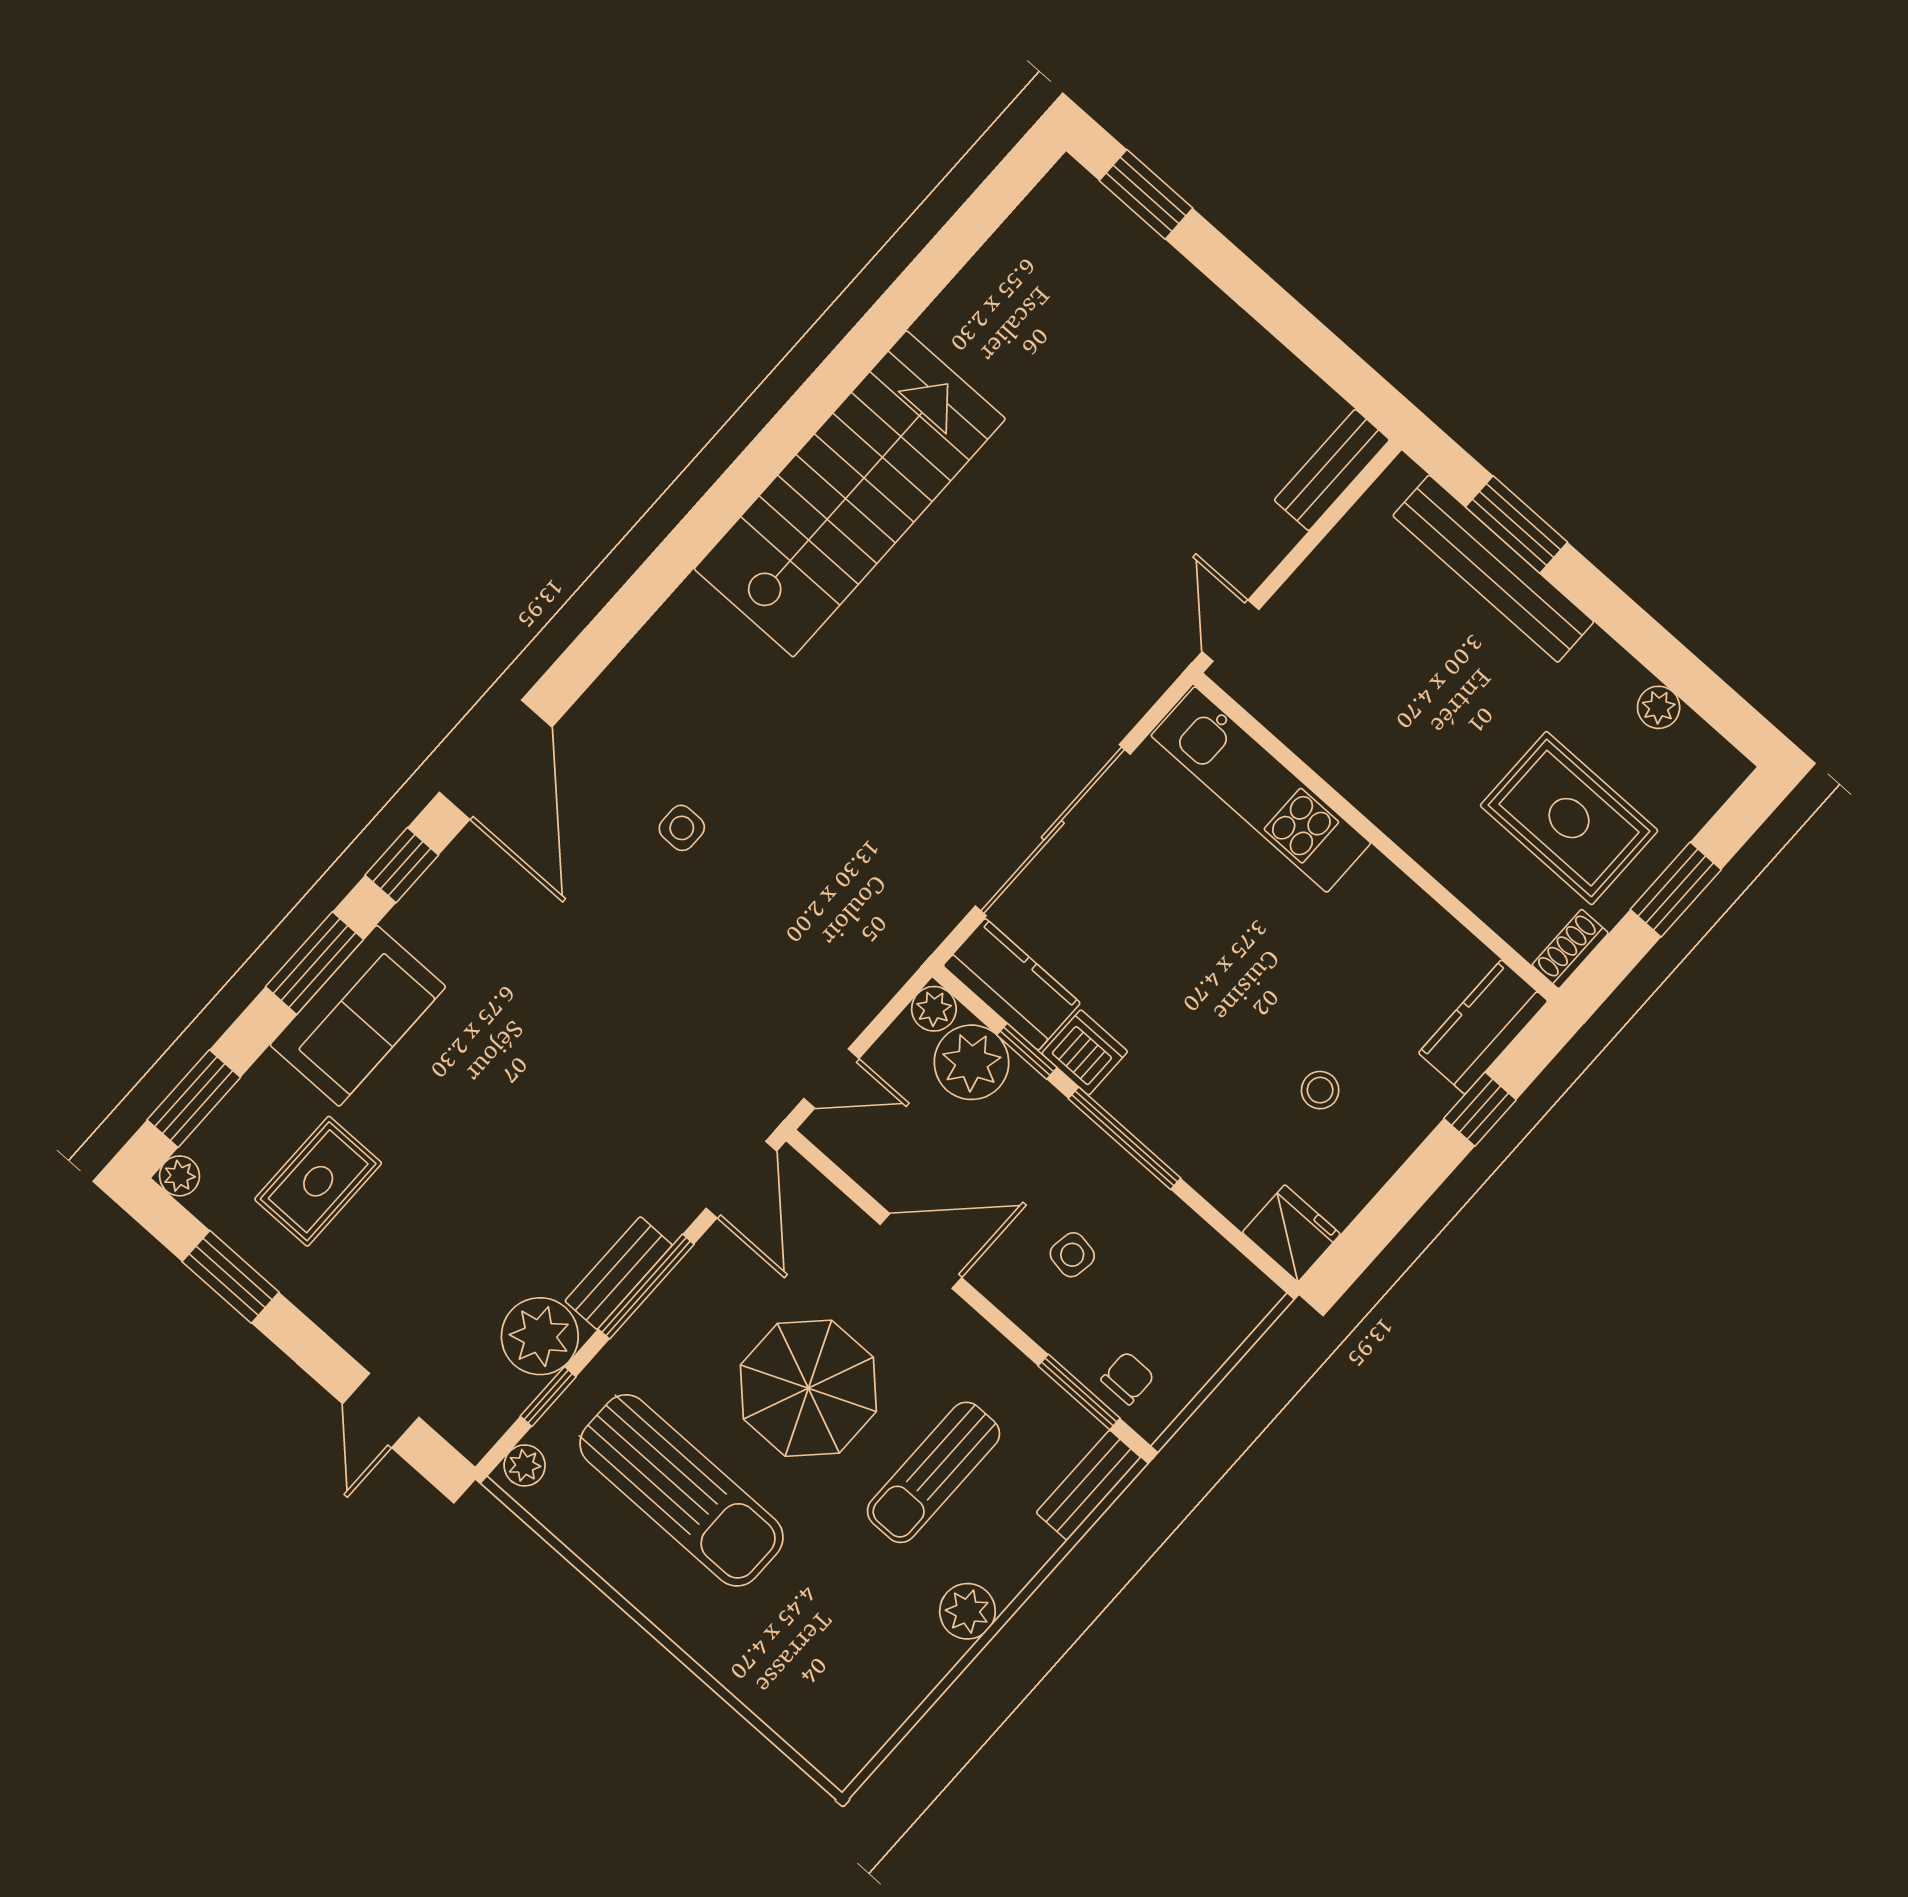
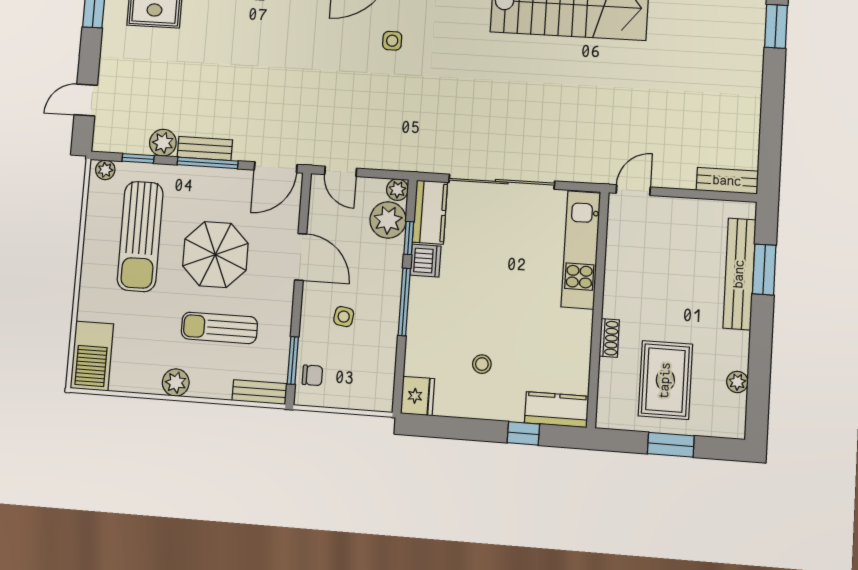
shoe rack: (1570, 949) -> (609, 338), moved, turned 90
plant: (540, 1336) -> (163, 143), width x0.73, depth x0.73
barbecue: (817, 1718) -> (92, 356), added

